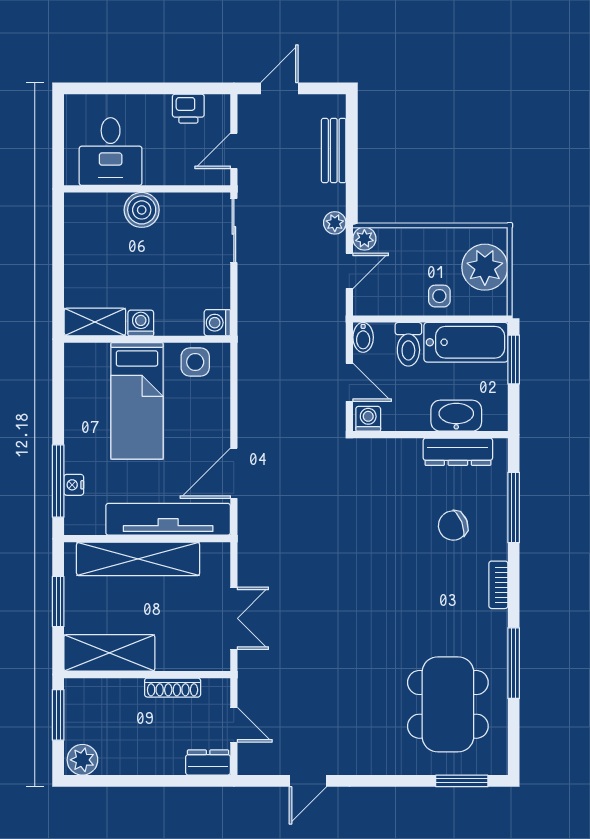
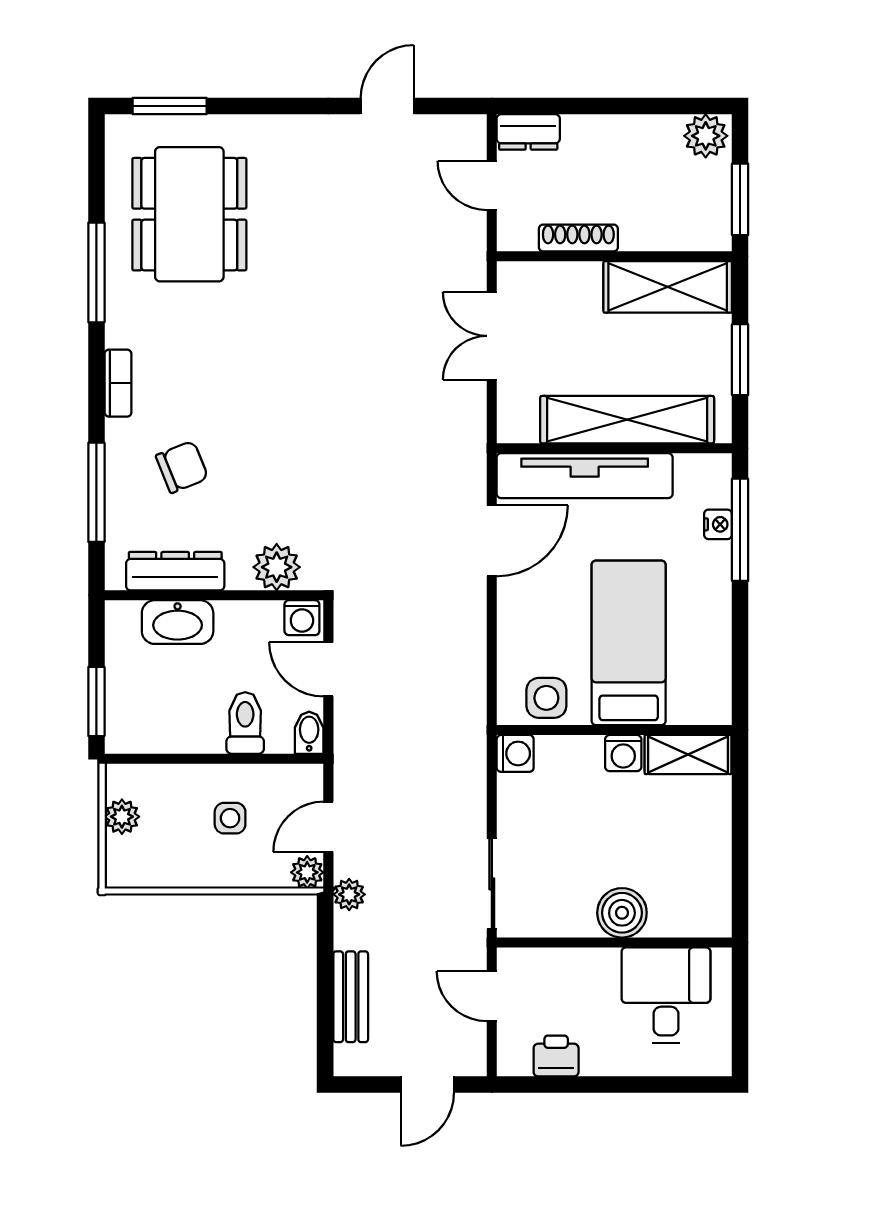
door: (234, 151) -> (492, 996), swing flipped
plant: (485, 267) -> (122, 817), width x0.53, depth x0.53
side table: (439, 296) -> (230, 818), moved
bathtub: (466, 342) -> (164, 726), removed
plant: (386, 455) -> (277, 567), added

